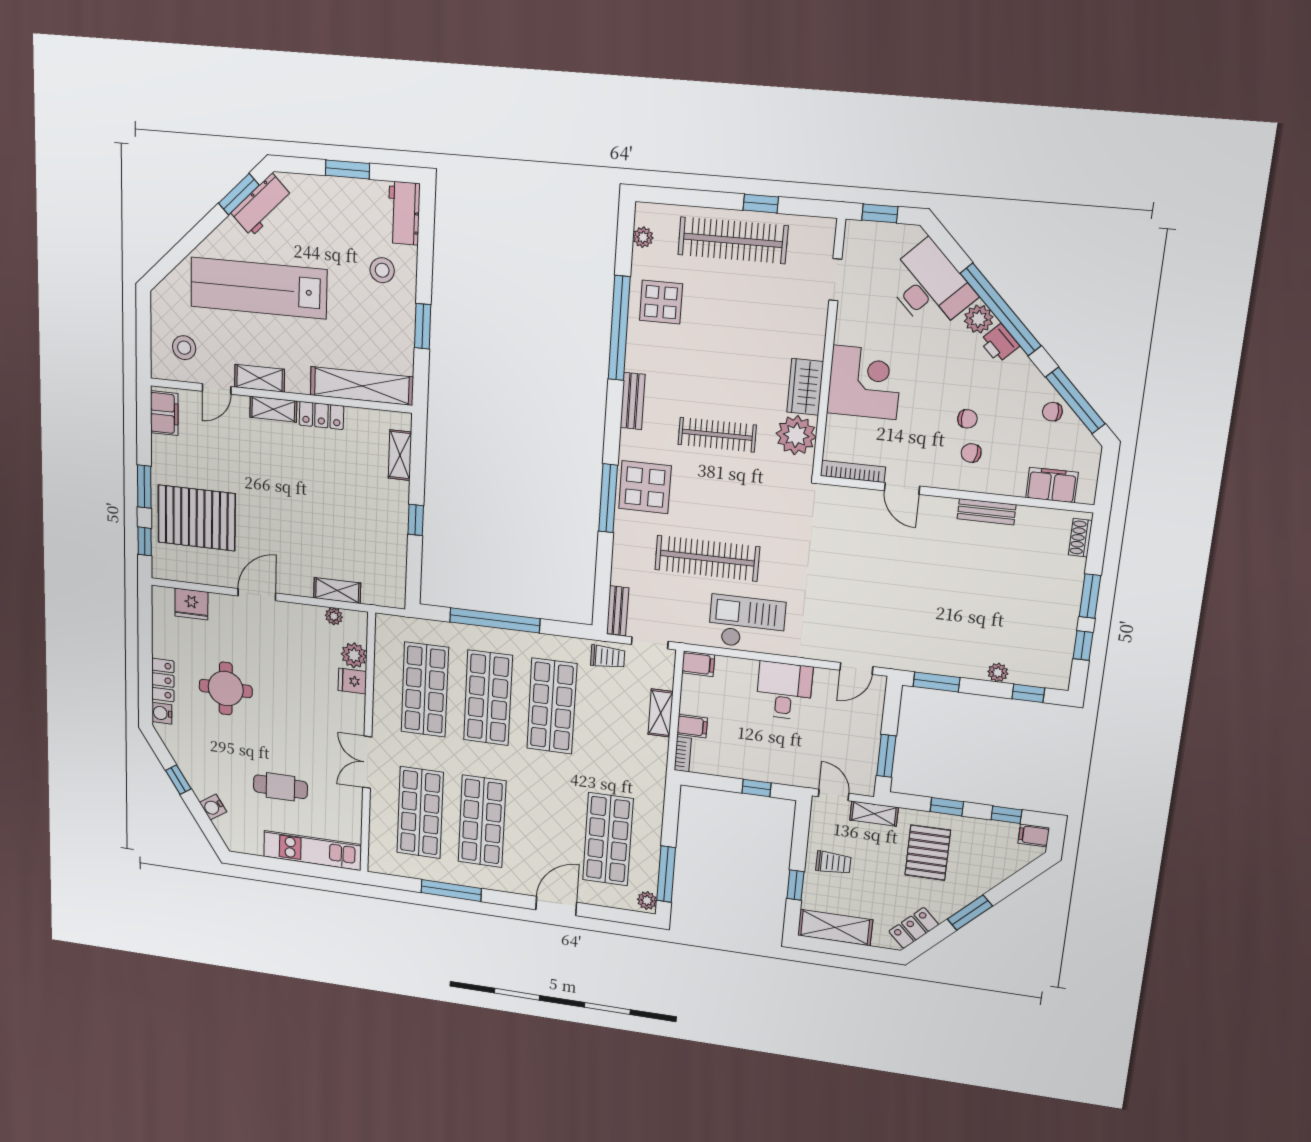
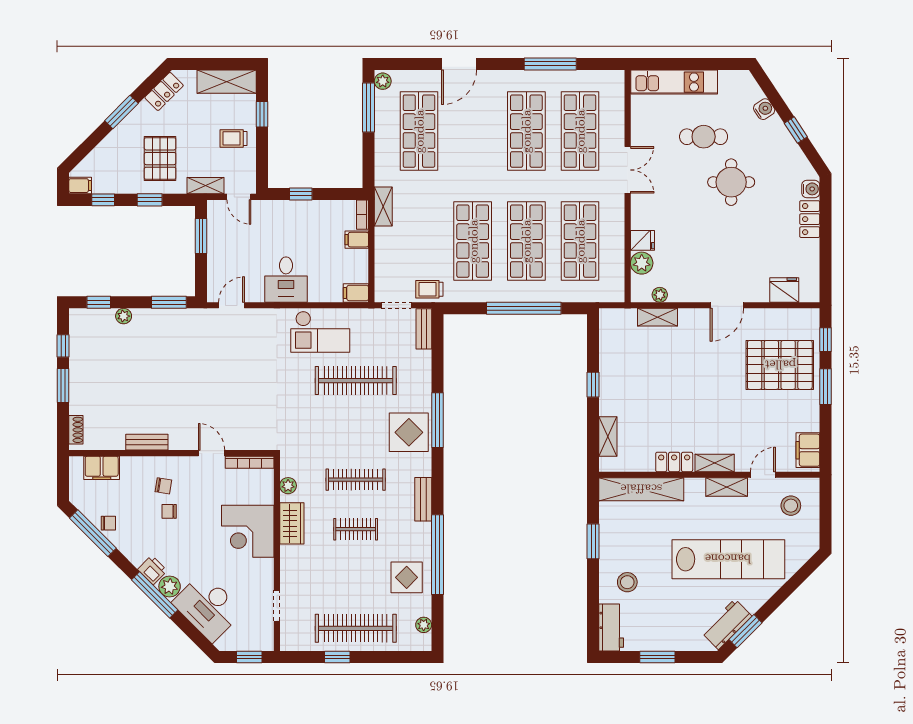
window: (1001, 309) -> (155, 595), width x0.68
clothes rail: (722, 371) -> (356, 529), added
plant: (796, 435) -> (288, 486), width x0.53, depth x0.53
round table: (226, 688) -> (731, 182), moved
shelving: (660, 713) -> (383, 206), moved

